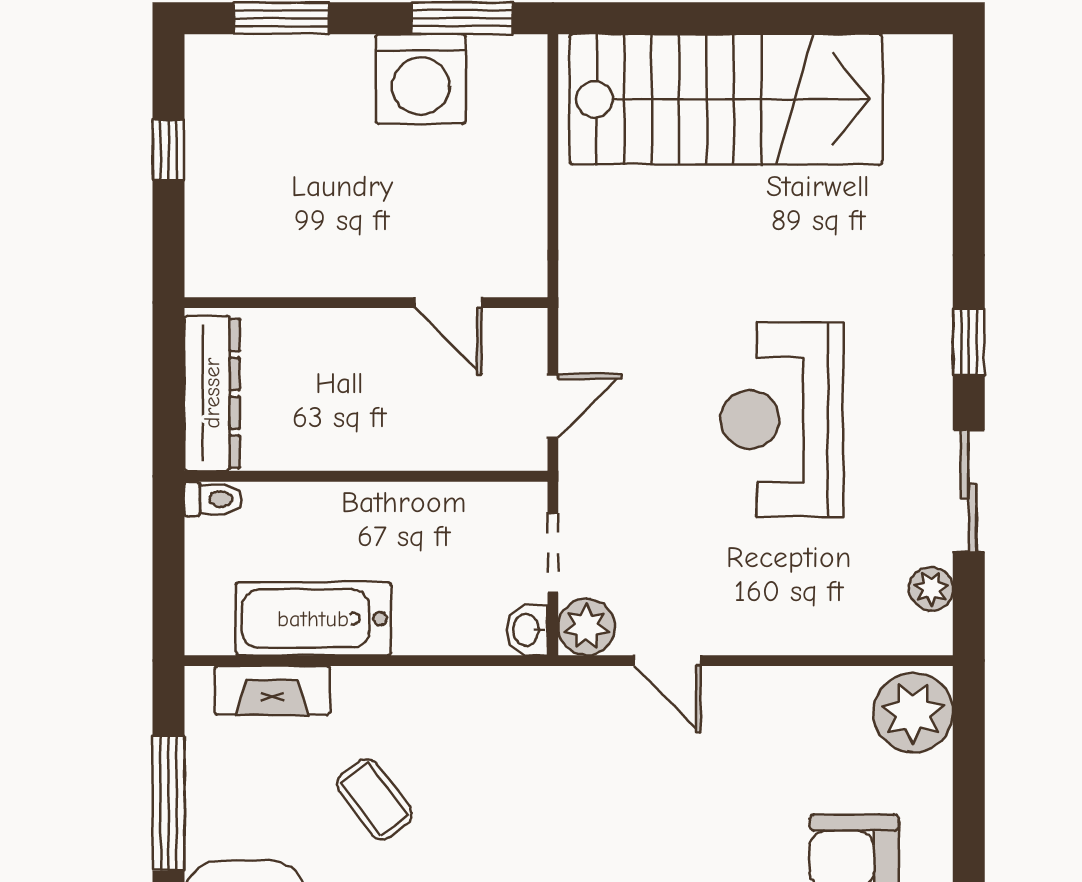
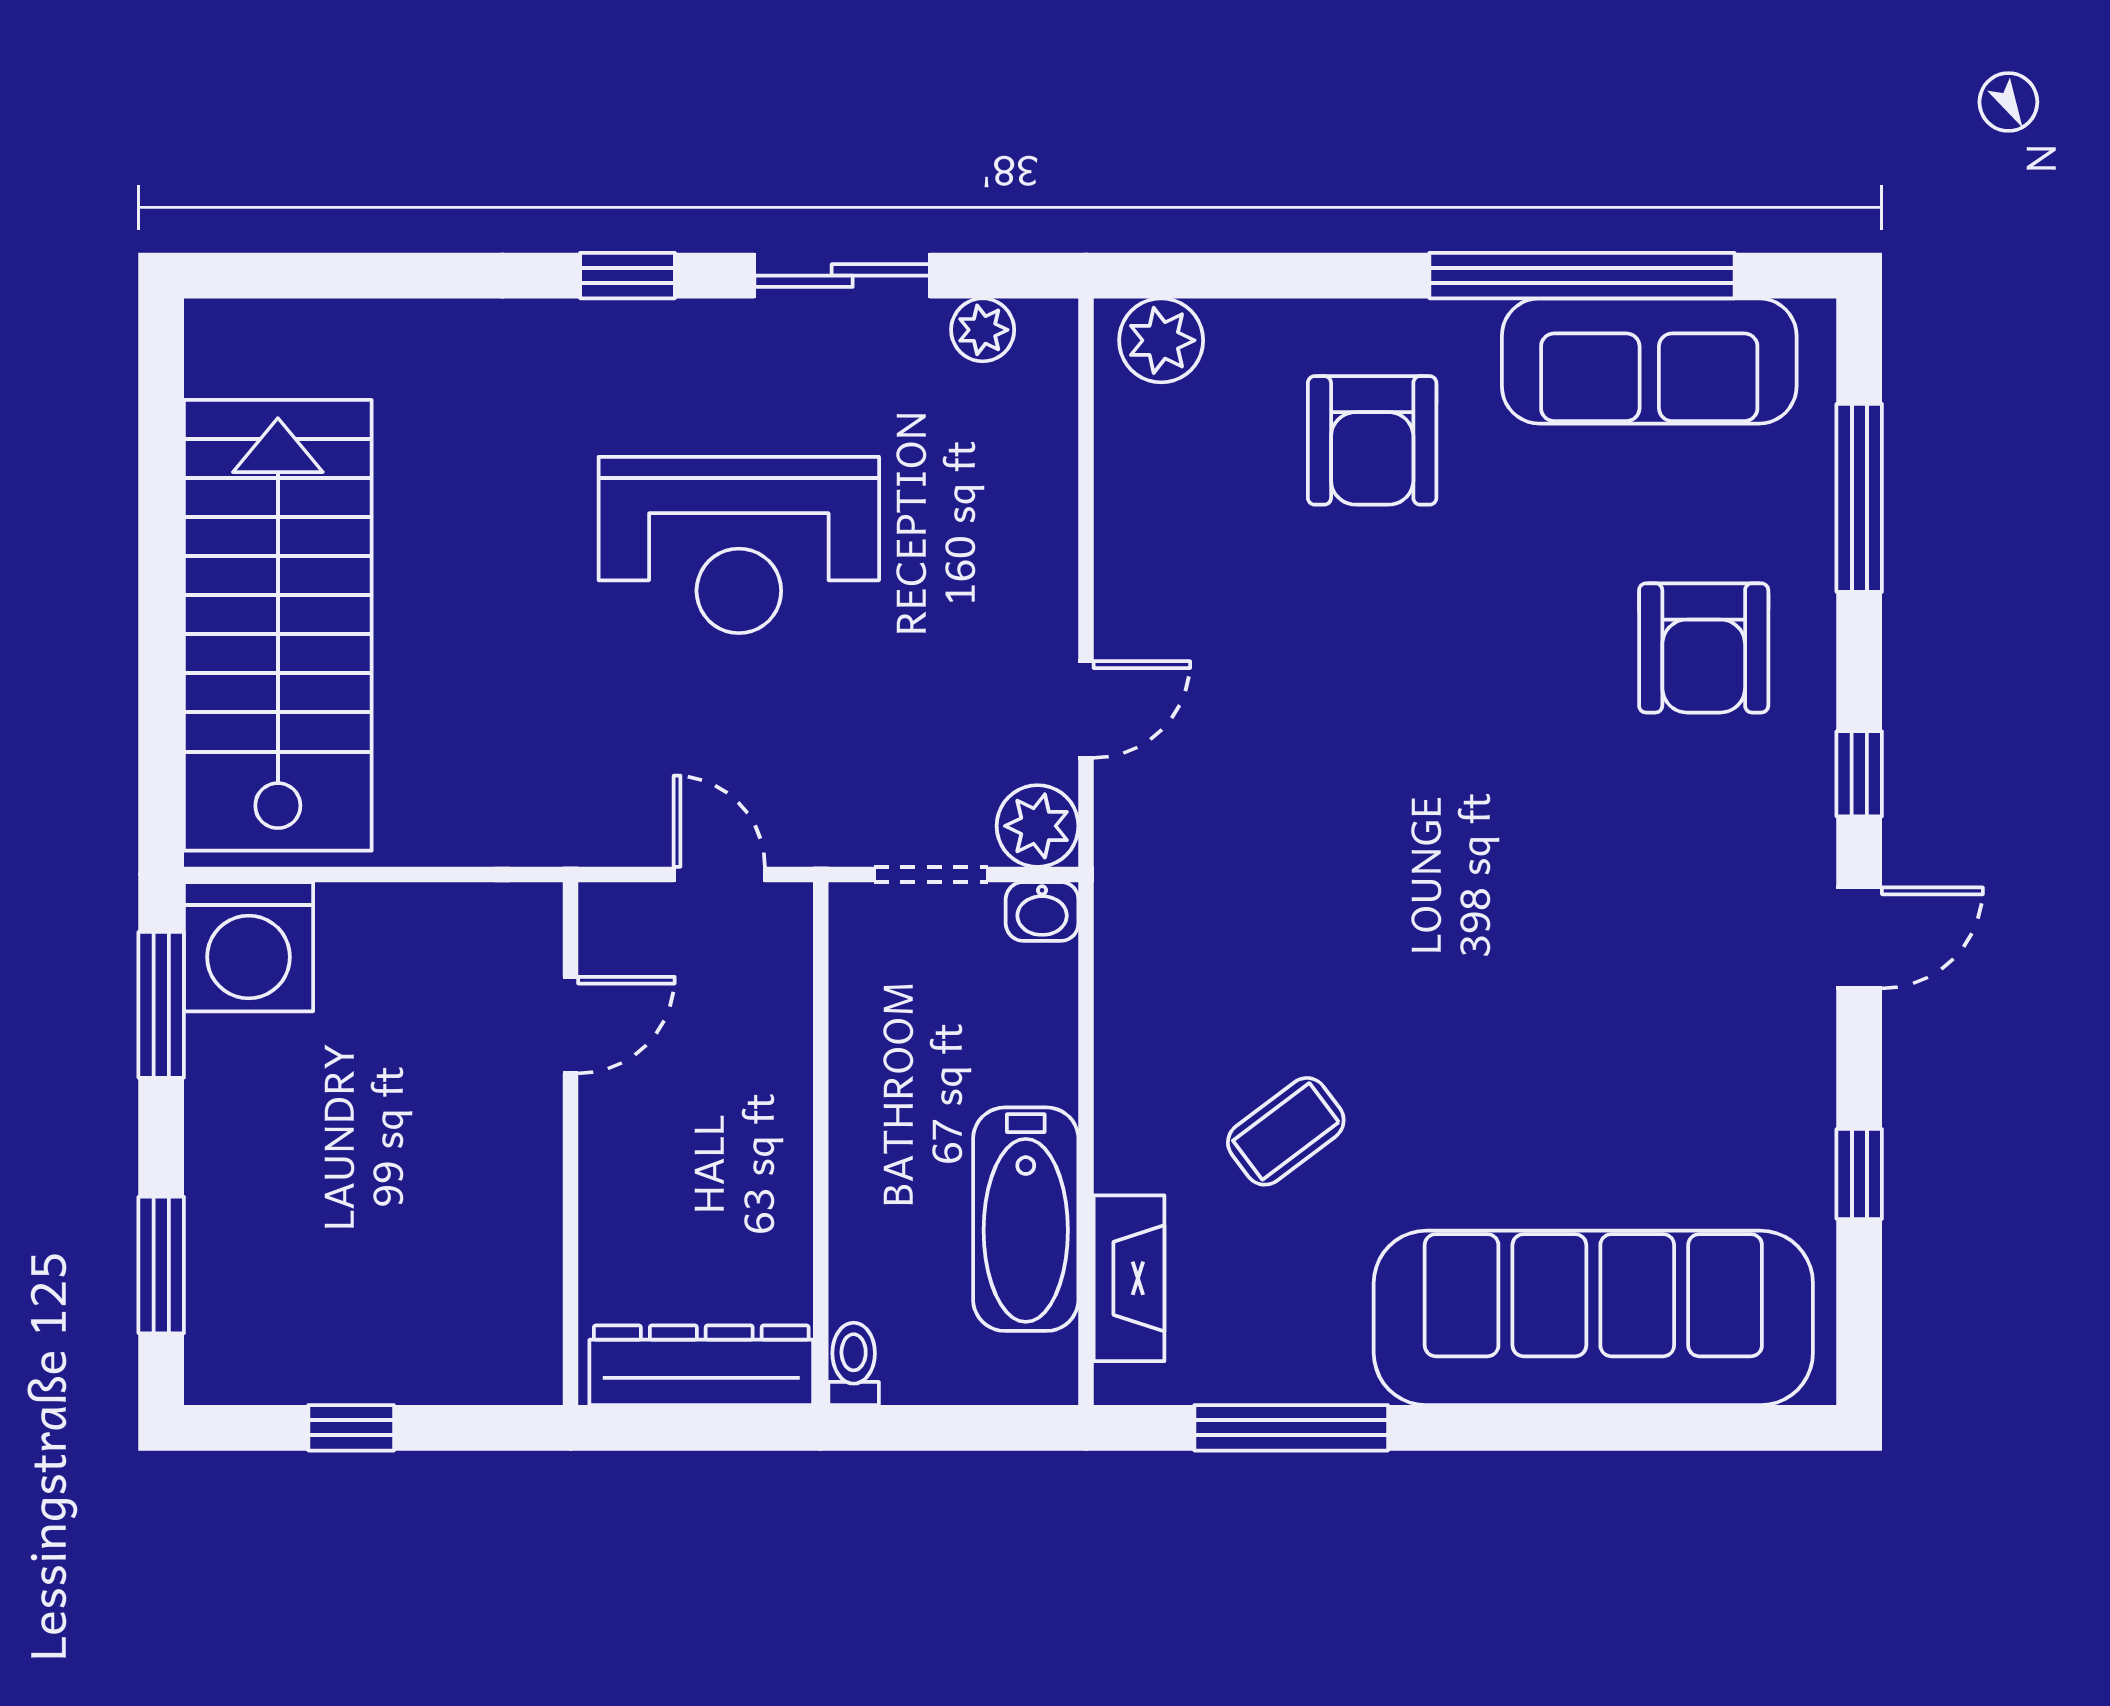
washing machine: (421, 79) -> (249, 947), moved, turned 90
plant: (913, 713) -> (1161, 340), width x0.73, depth x0.73

